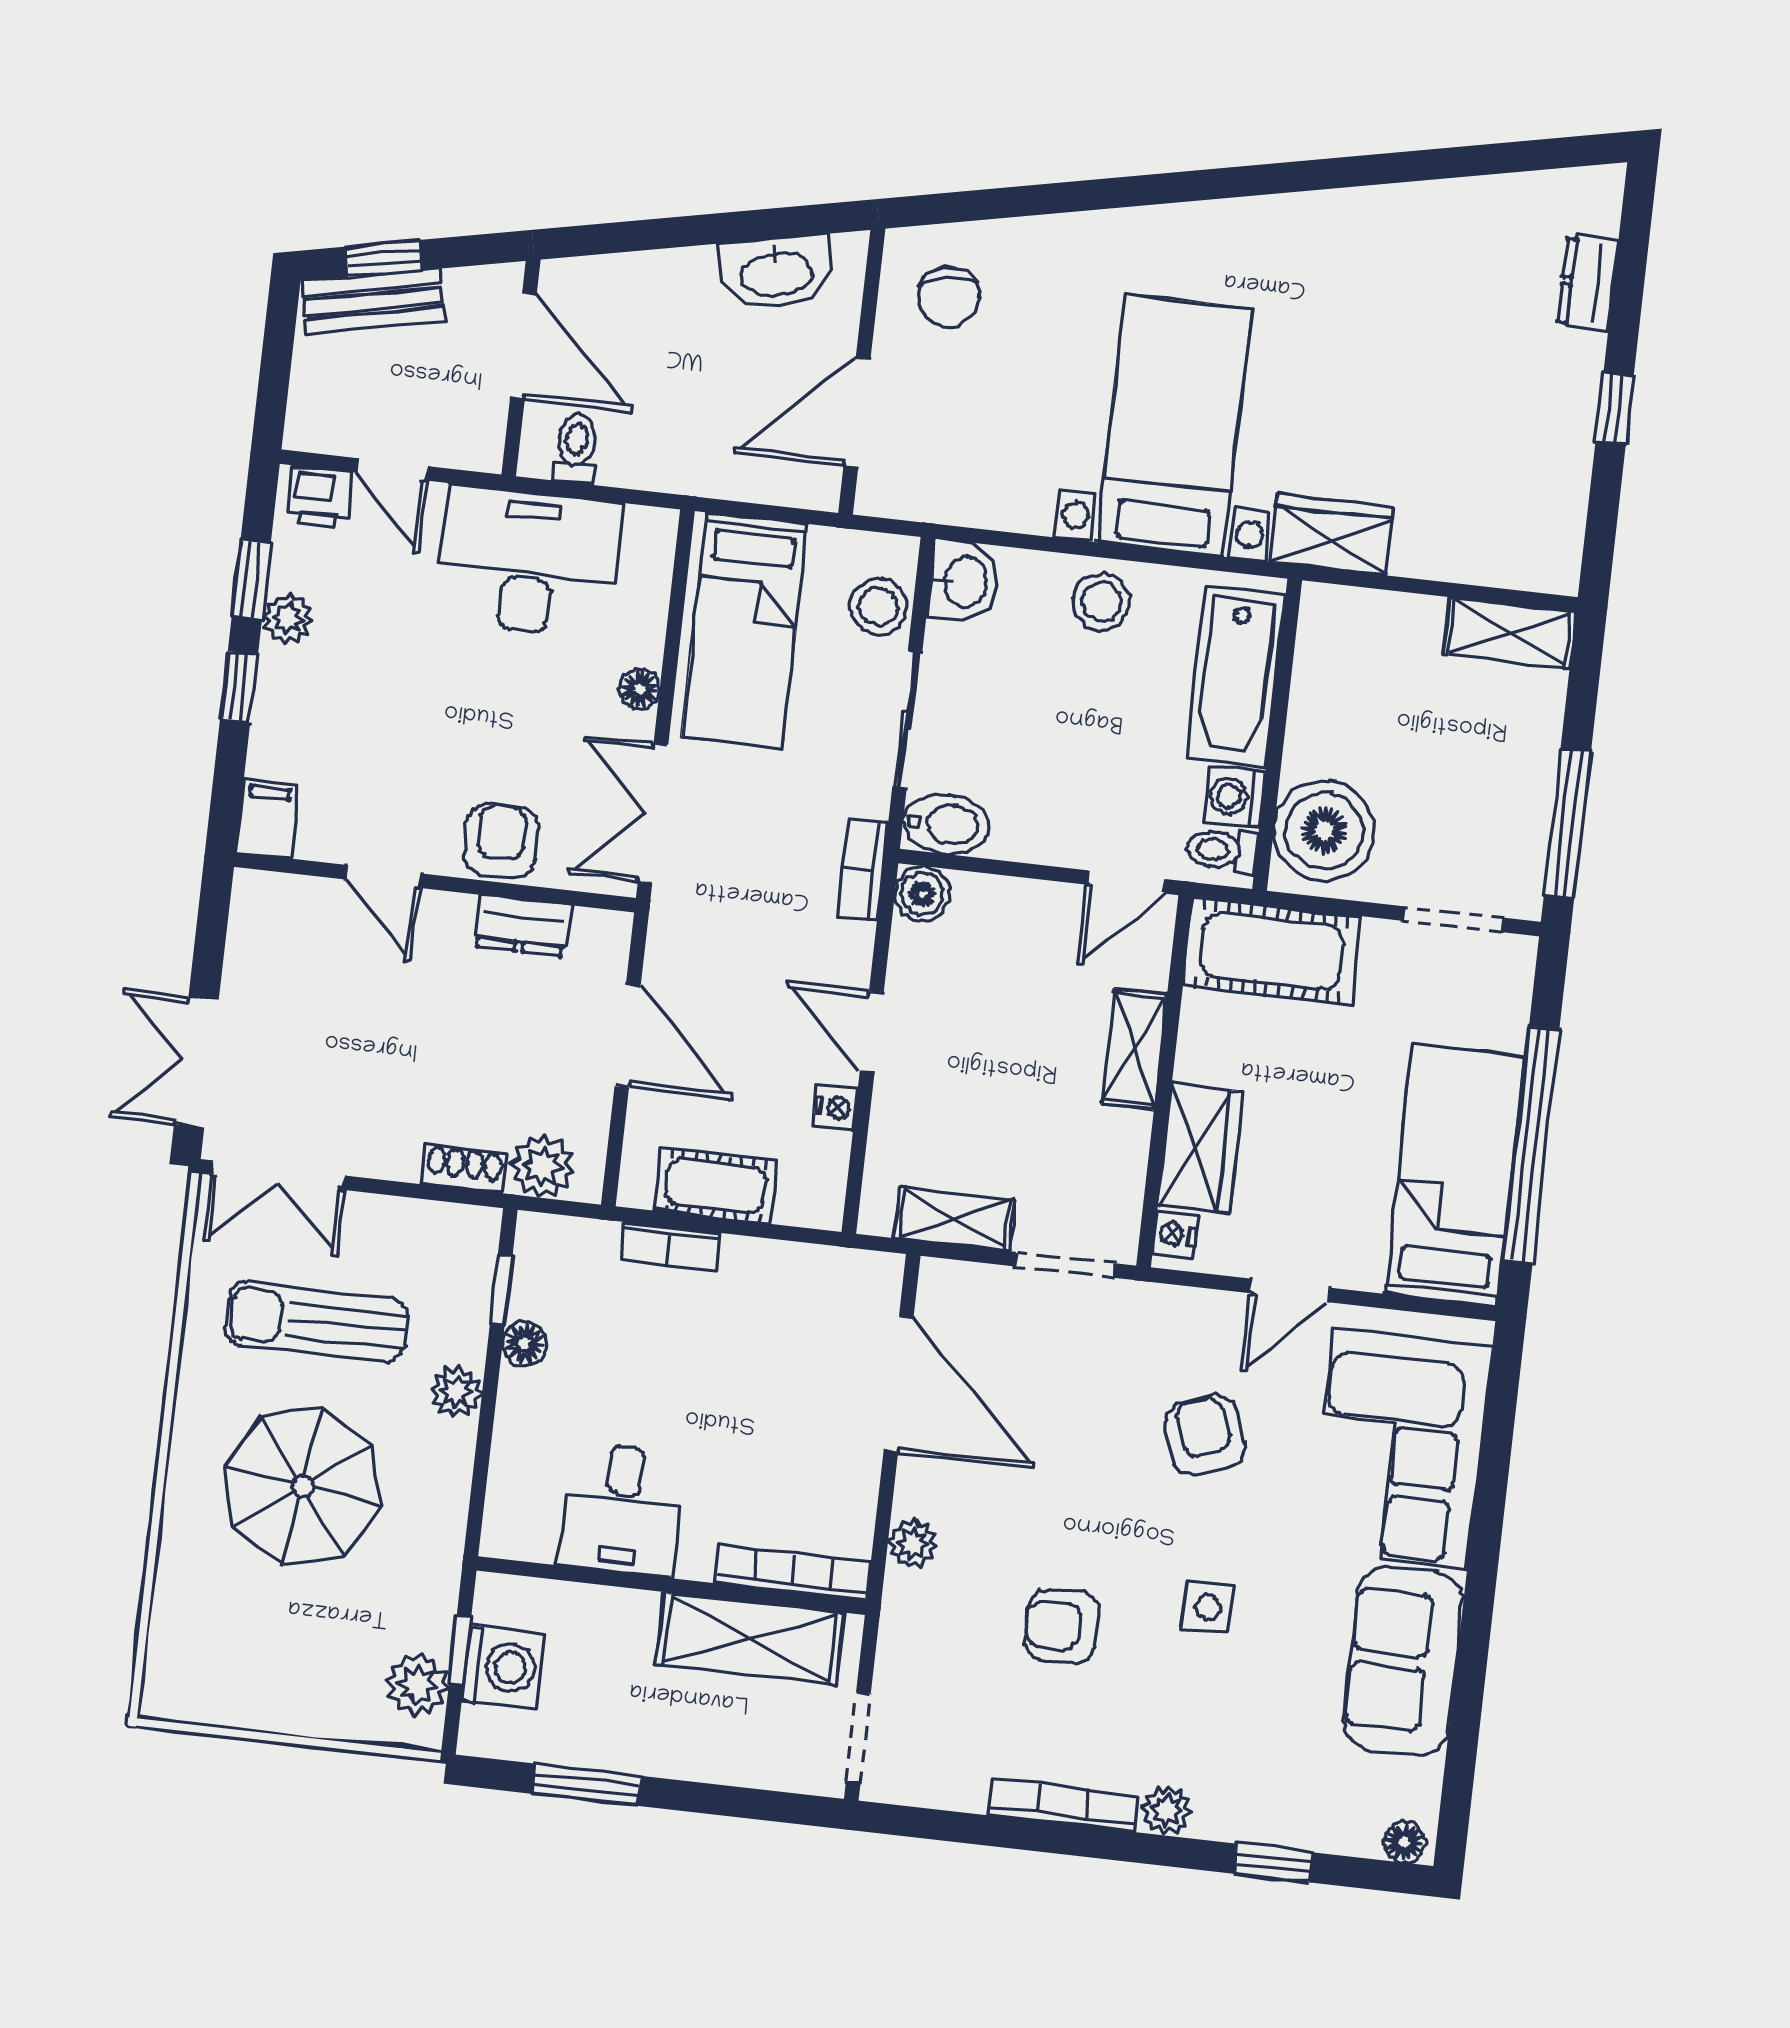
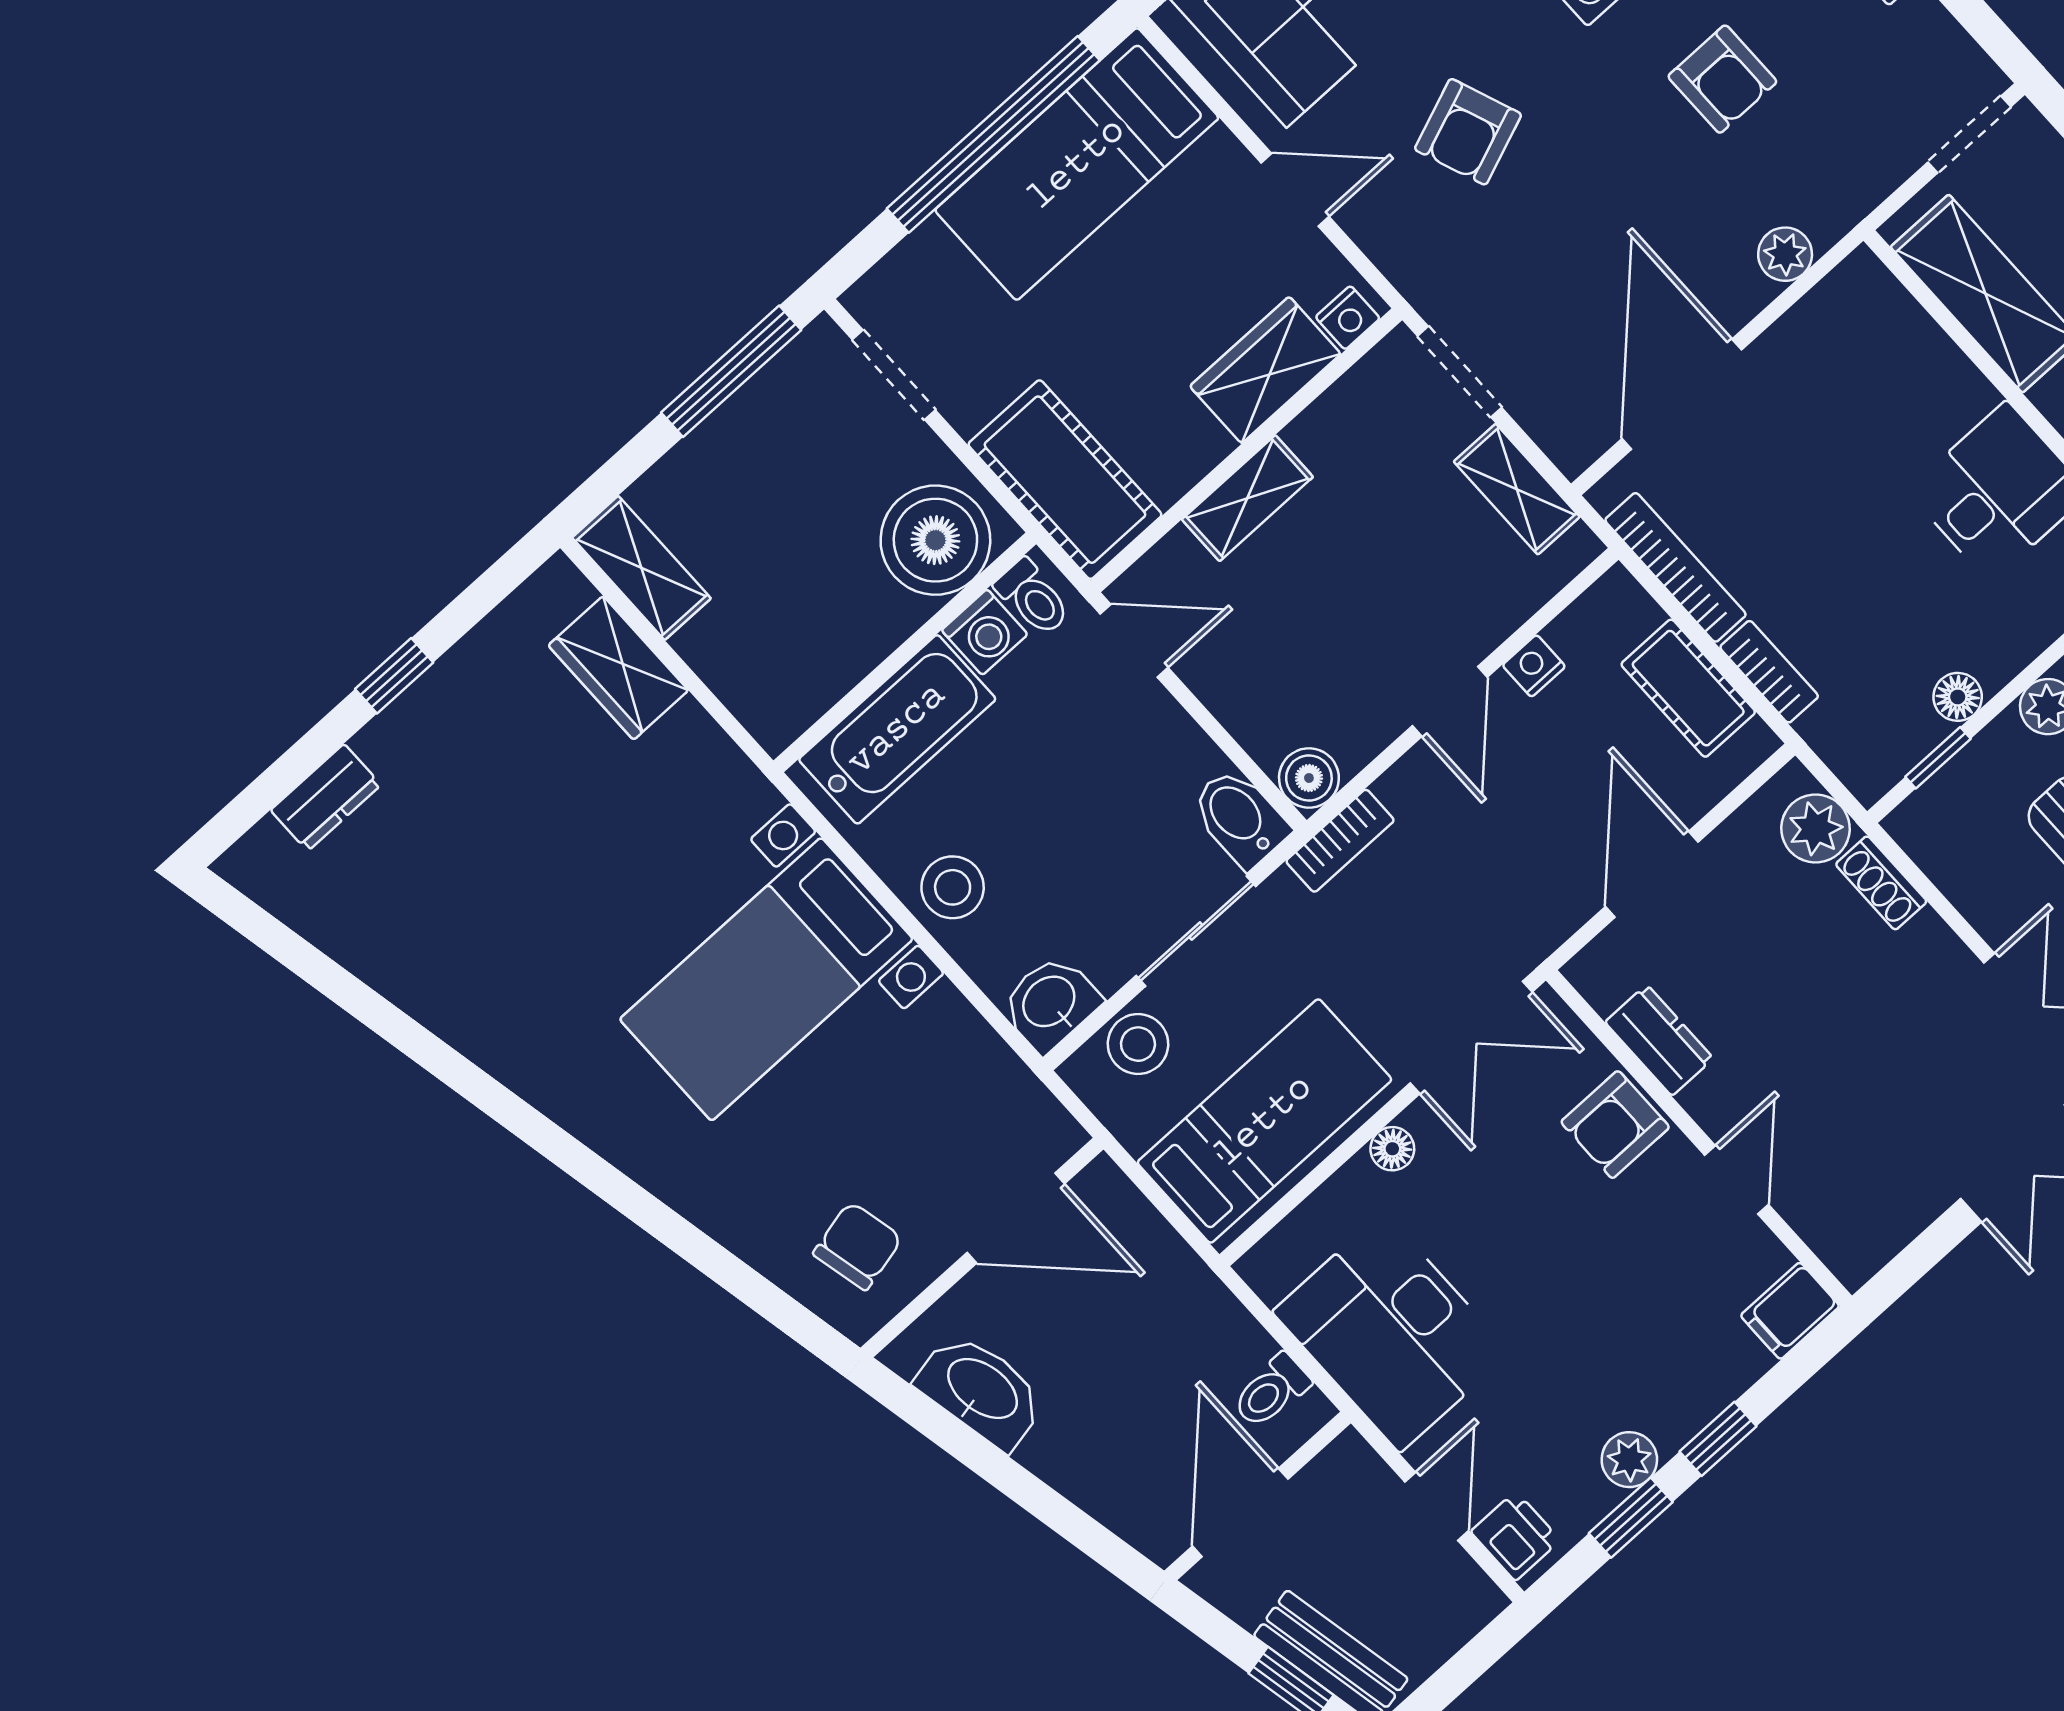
wardrobe: (1332, 535) -> (618, 668), moved
bookcase: (793, 1572) -> (1676, 567), moved, turned 180

